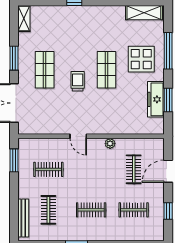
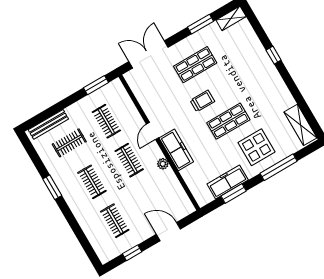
window: (14, 58) -> (201, 24), moved
freezer: (105, 126) -> (176, 150), added
clothes rail: (134, 169) -> (129, 160), moved, turned 90

